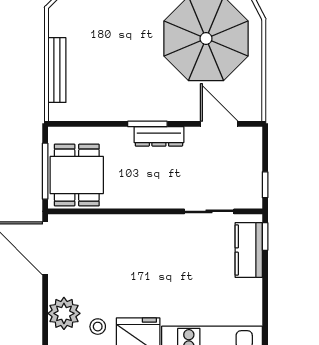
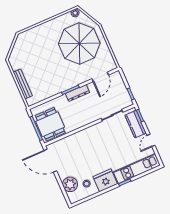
door: (219, 124) -> (100, 77), swing flipped
door: (265, 296) -> (151, 140), added

